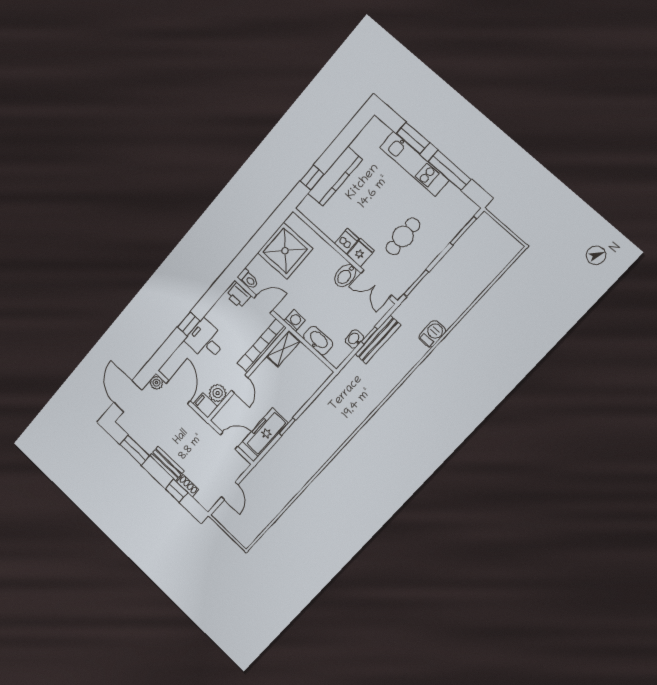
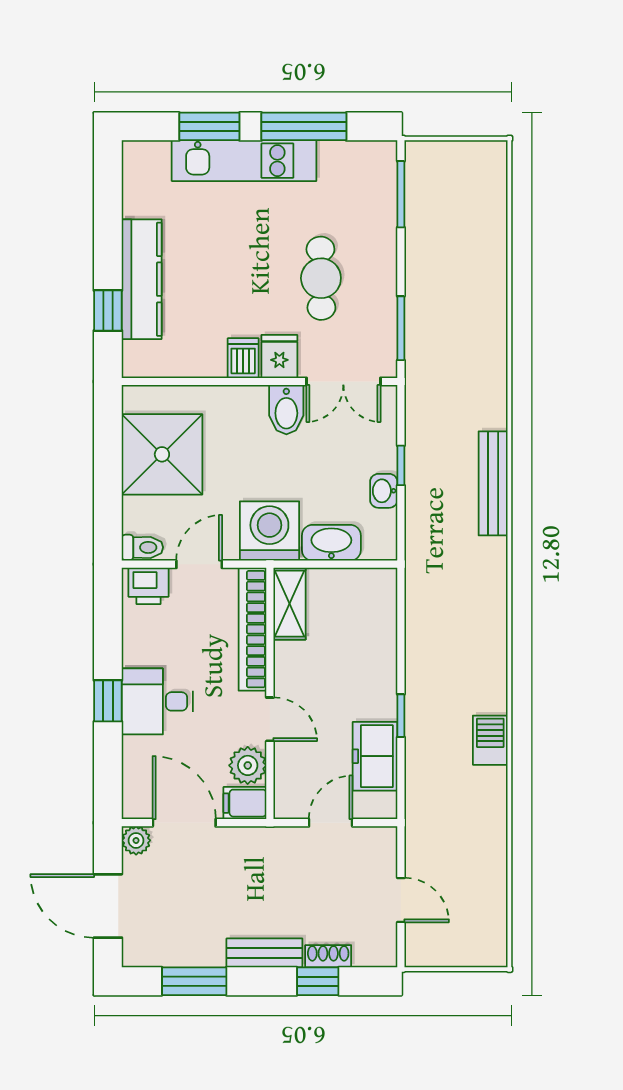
washing machine: (295, 321) -> (269, 531), width x1.89, depth x1.89
barbecue: (432, 334) -> (490, 740), moved
bench: (378, 339) -> (493, 483), moved
freezer: (265, 432) -> (375, 756), width x0.71

